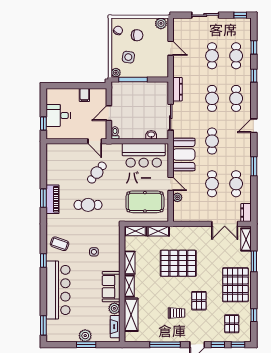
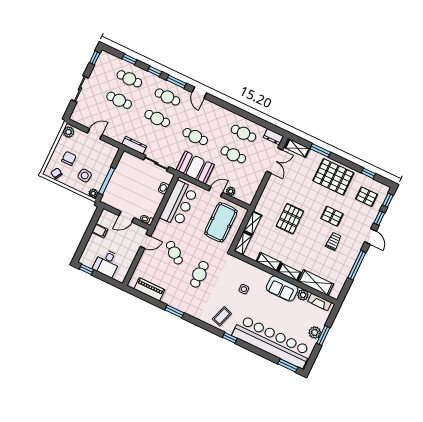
door: (109, 113) -> (126, 217), hinge flipped
window: (43, 124) -> (86, 269), moved
window: (254, 166) -> (176, 82), moved
piano: (53, 199) -> (149, 289), moved
pallet: (178, 263) -> (290, 219), width x0.73, depth x0.71
bar counter: (58, 290) -> (272, 342), width x1.36

